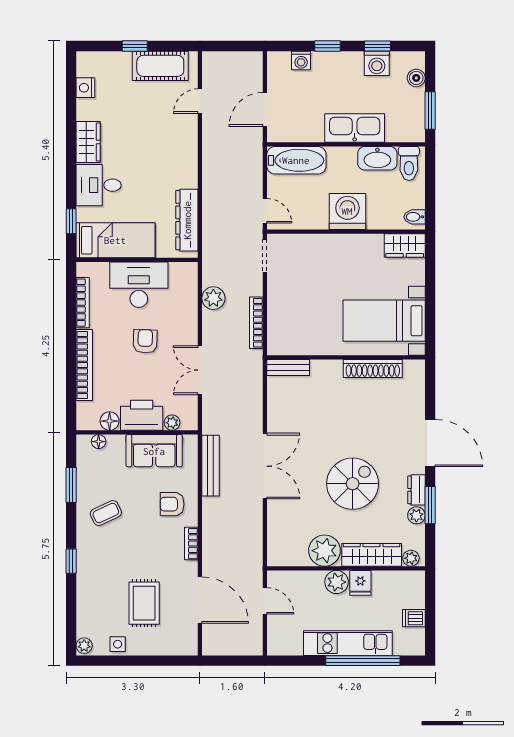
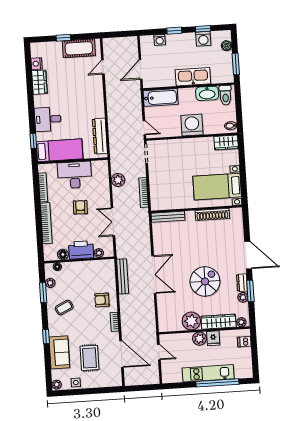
wardrobe: (88, 142) -> (39, 82), moved
bench: (288, 367) -> (168, 217), width x1.36
sofa: (154, 451) -> (59, 352), moved, turned -90
plant: (84, 469) -> (50, 283), added
dishwasher: (414, 618) -> (244, 342), moved

